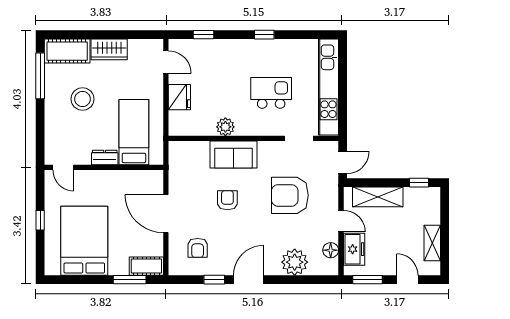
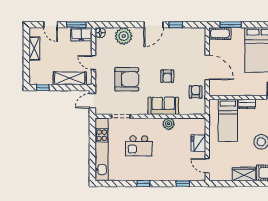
armchair: (198, 248) -> (196, 92), moved
freezer: (354, 249) -> (81, 34), moved, turned -90
floor lamp: (331, 250) -> (100, 33), moved

